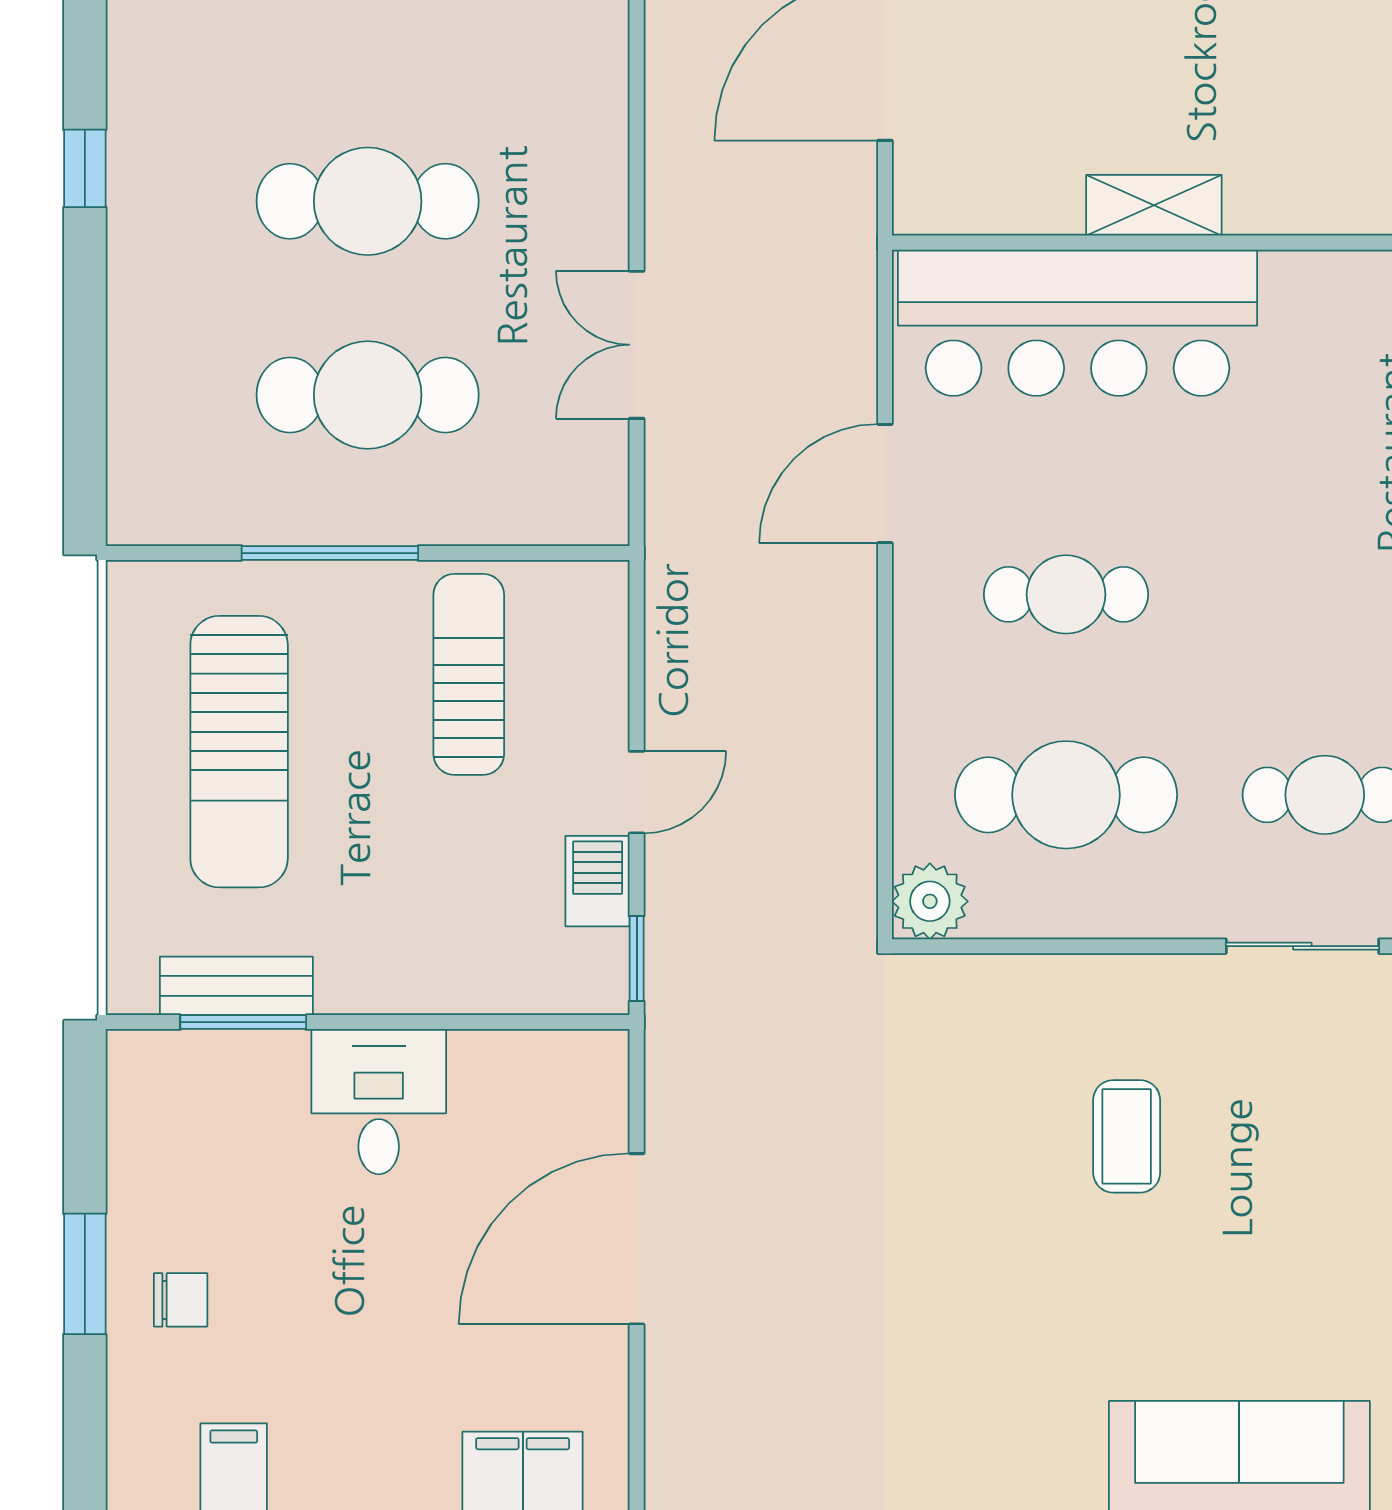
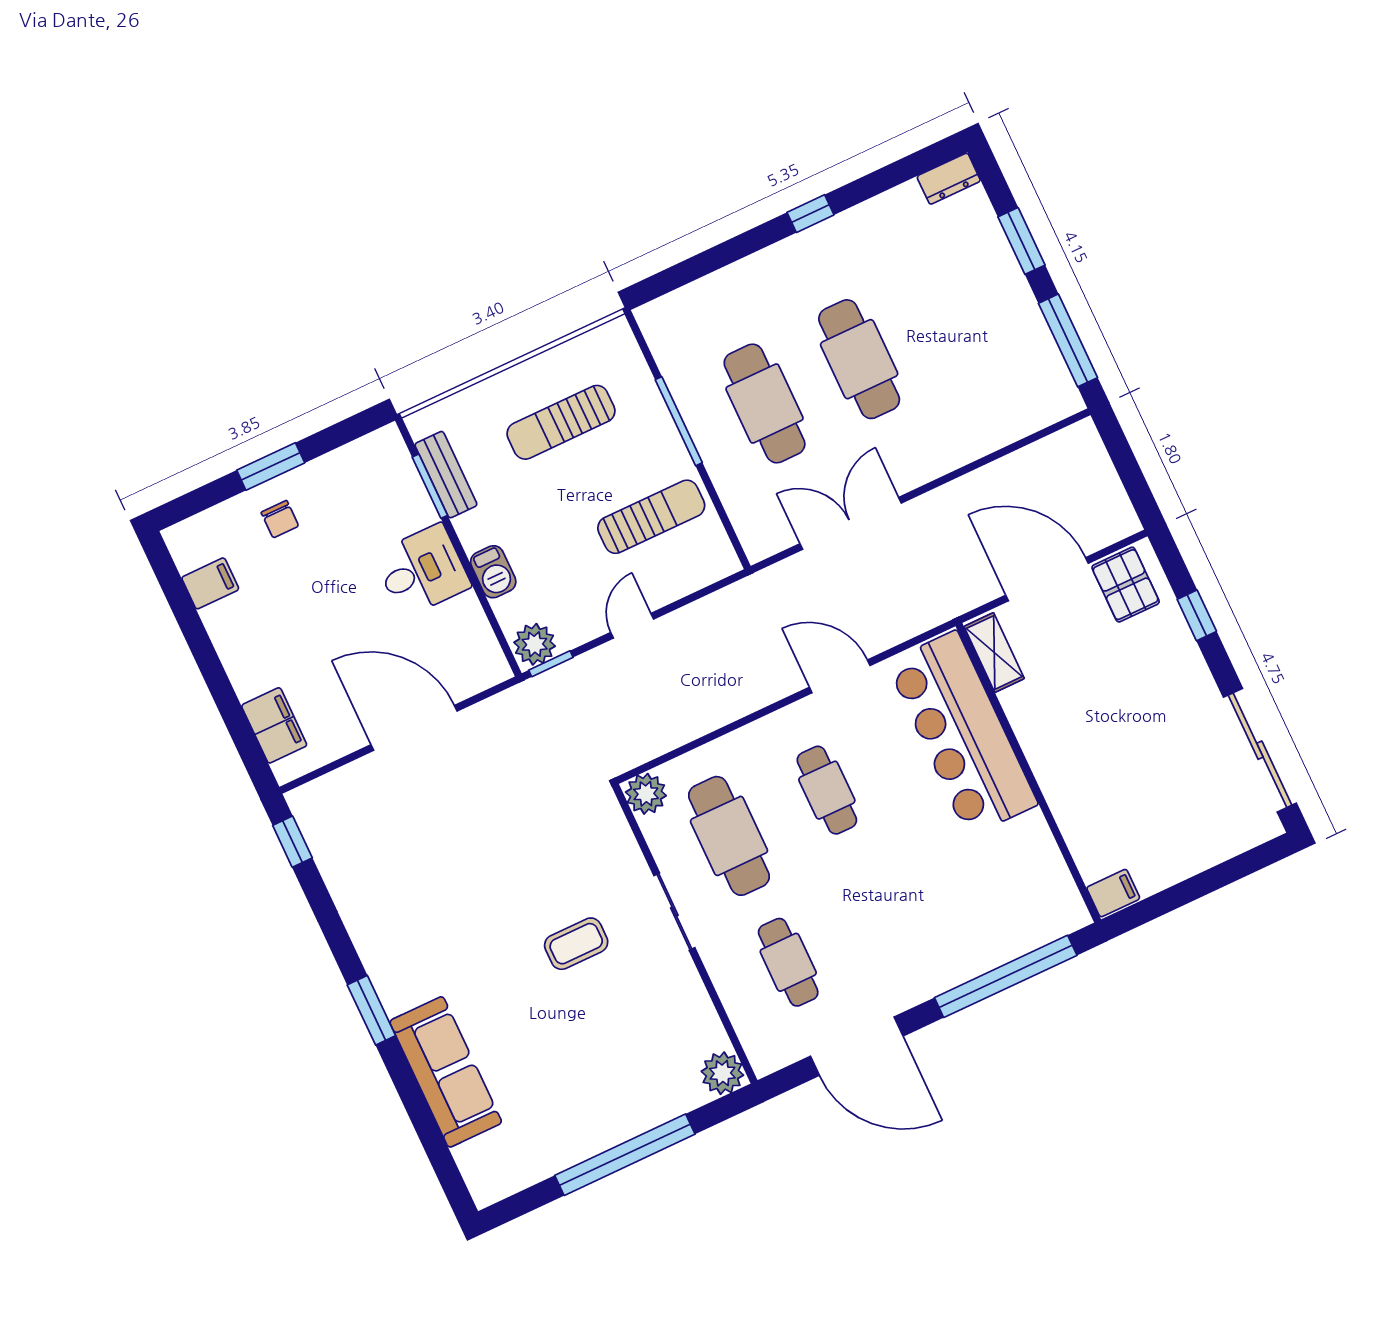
shelving: (1154, 205) -> (994, 653), moved
double door: (637, 345) -> (851, 523), width x1.37
sun lounger: (239, 752) -> (561, 422), width x0.73, depth x0.75
door: (637, 792) -> (632, 626), swing flipped
barbecue: (598, 881) -> (493, 572), moved, turned 90
sliding door: (1302, 946) -> (674, 912), moved
plant: (591, 971) -> (535, 644), added

